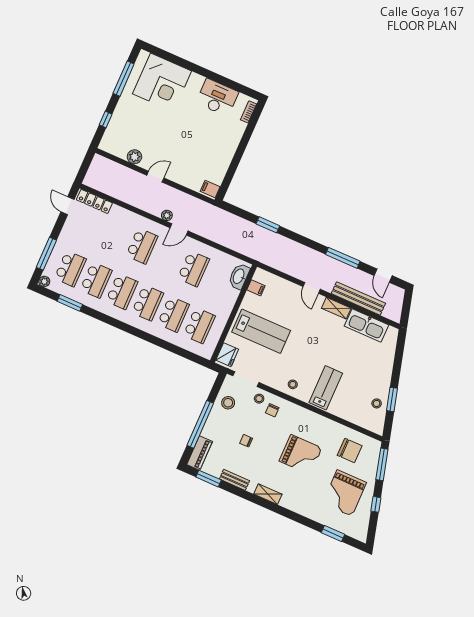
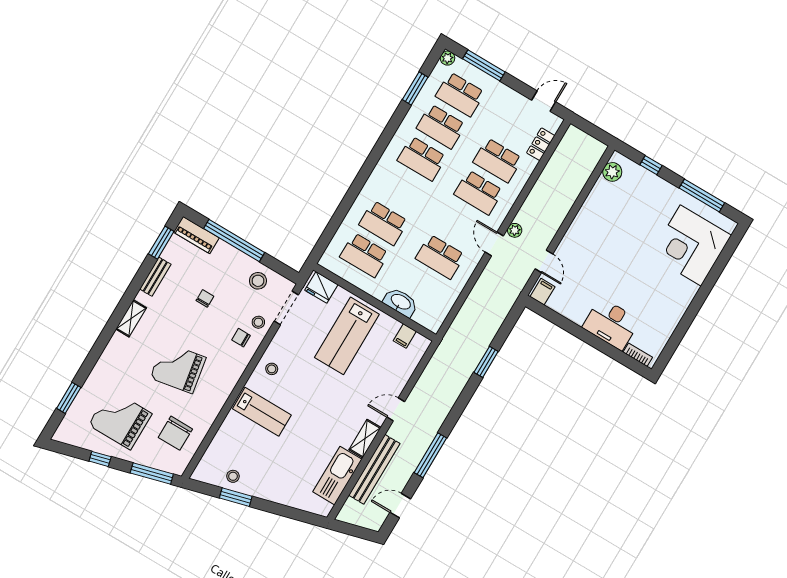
desk: (217, 97) -> (611, 324), moved, turned 90
plant: (134, 157) -> (612, 172), moved
door: (155, 177) -> (544, 261), moved
locker: (94, 201) -> (541, 144), width x0.66
washbasin: (239, 276) -> (400, 302), moved
school desk: (148, 303) -> (498, 160), moved
grand piano: (300, 455) -> (178, 368), turned 80

